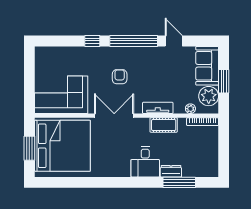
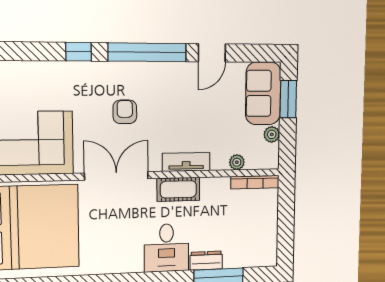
door: (174, 41) -> (212, 53), swing flipped
window: (224, 81) -> (288, 99), moved
plant: (209, 96) -> (272, 134), width x0.53, depth x0.53
cot: (164, 125) -> (178, 189), moved

